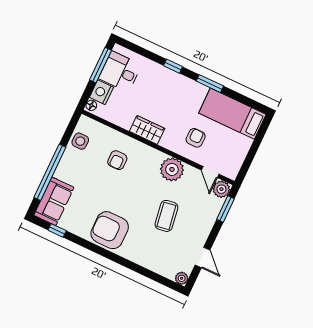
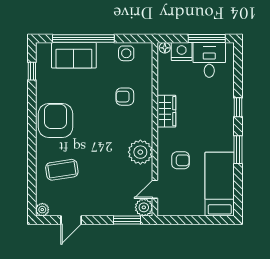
sofa: (54, 201) -> (74, 55), moved
coffee table: (166, 216) -> (62, 170), moved

